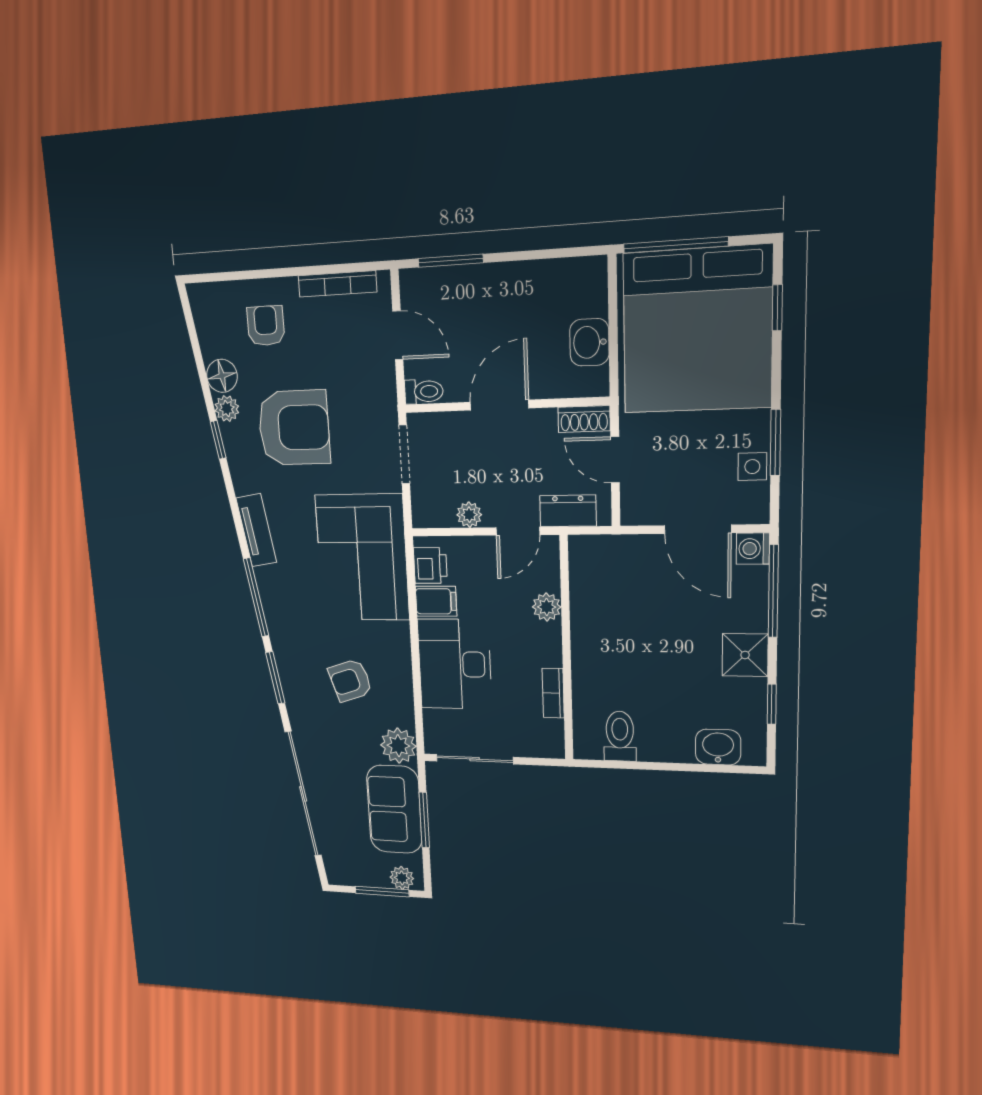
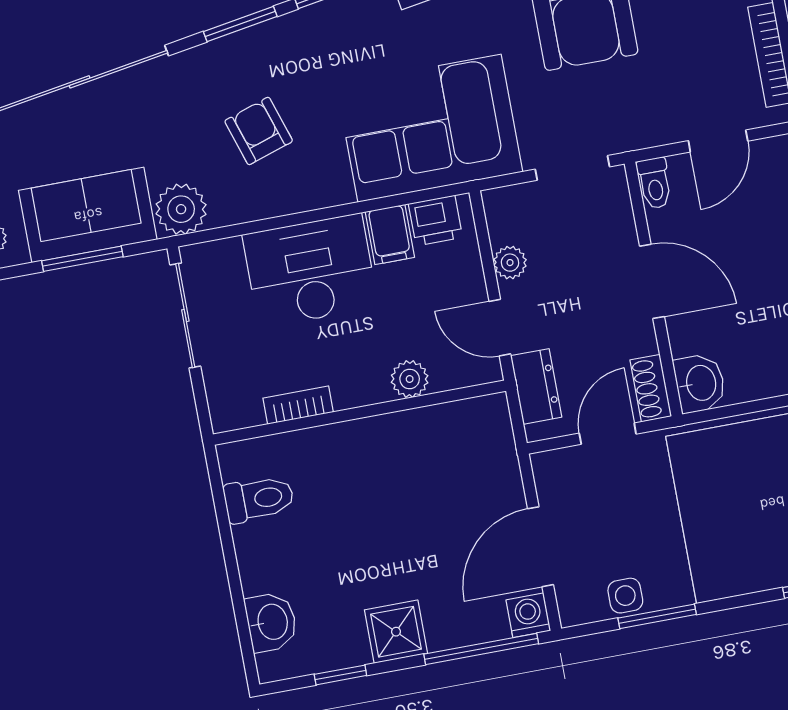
washbasin: (589, 342) -> (700, 383), moved, turned 90

